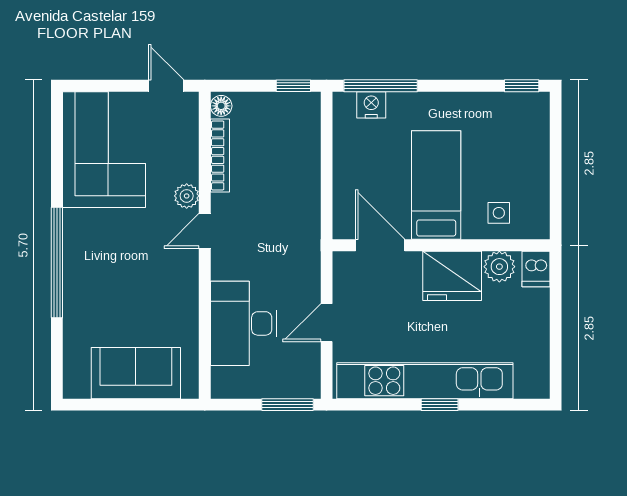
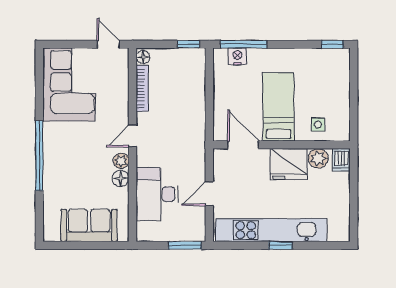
plant: (187, 196) -> (121, 161), moved
floor lamp: (186, 298) -> (121, 178), added

